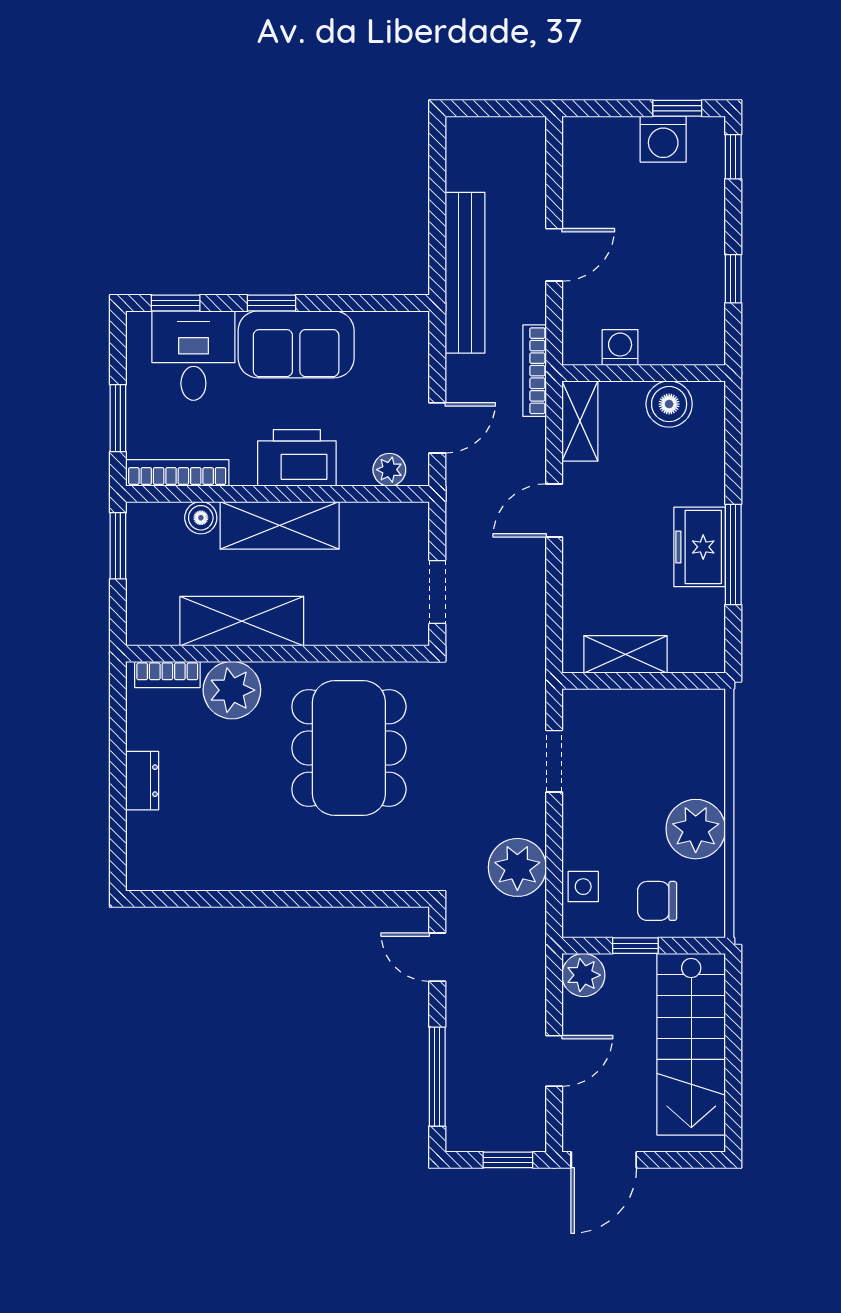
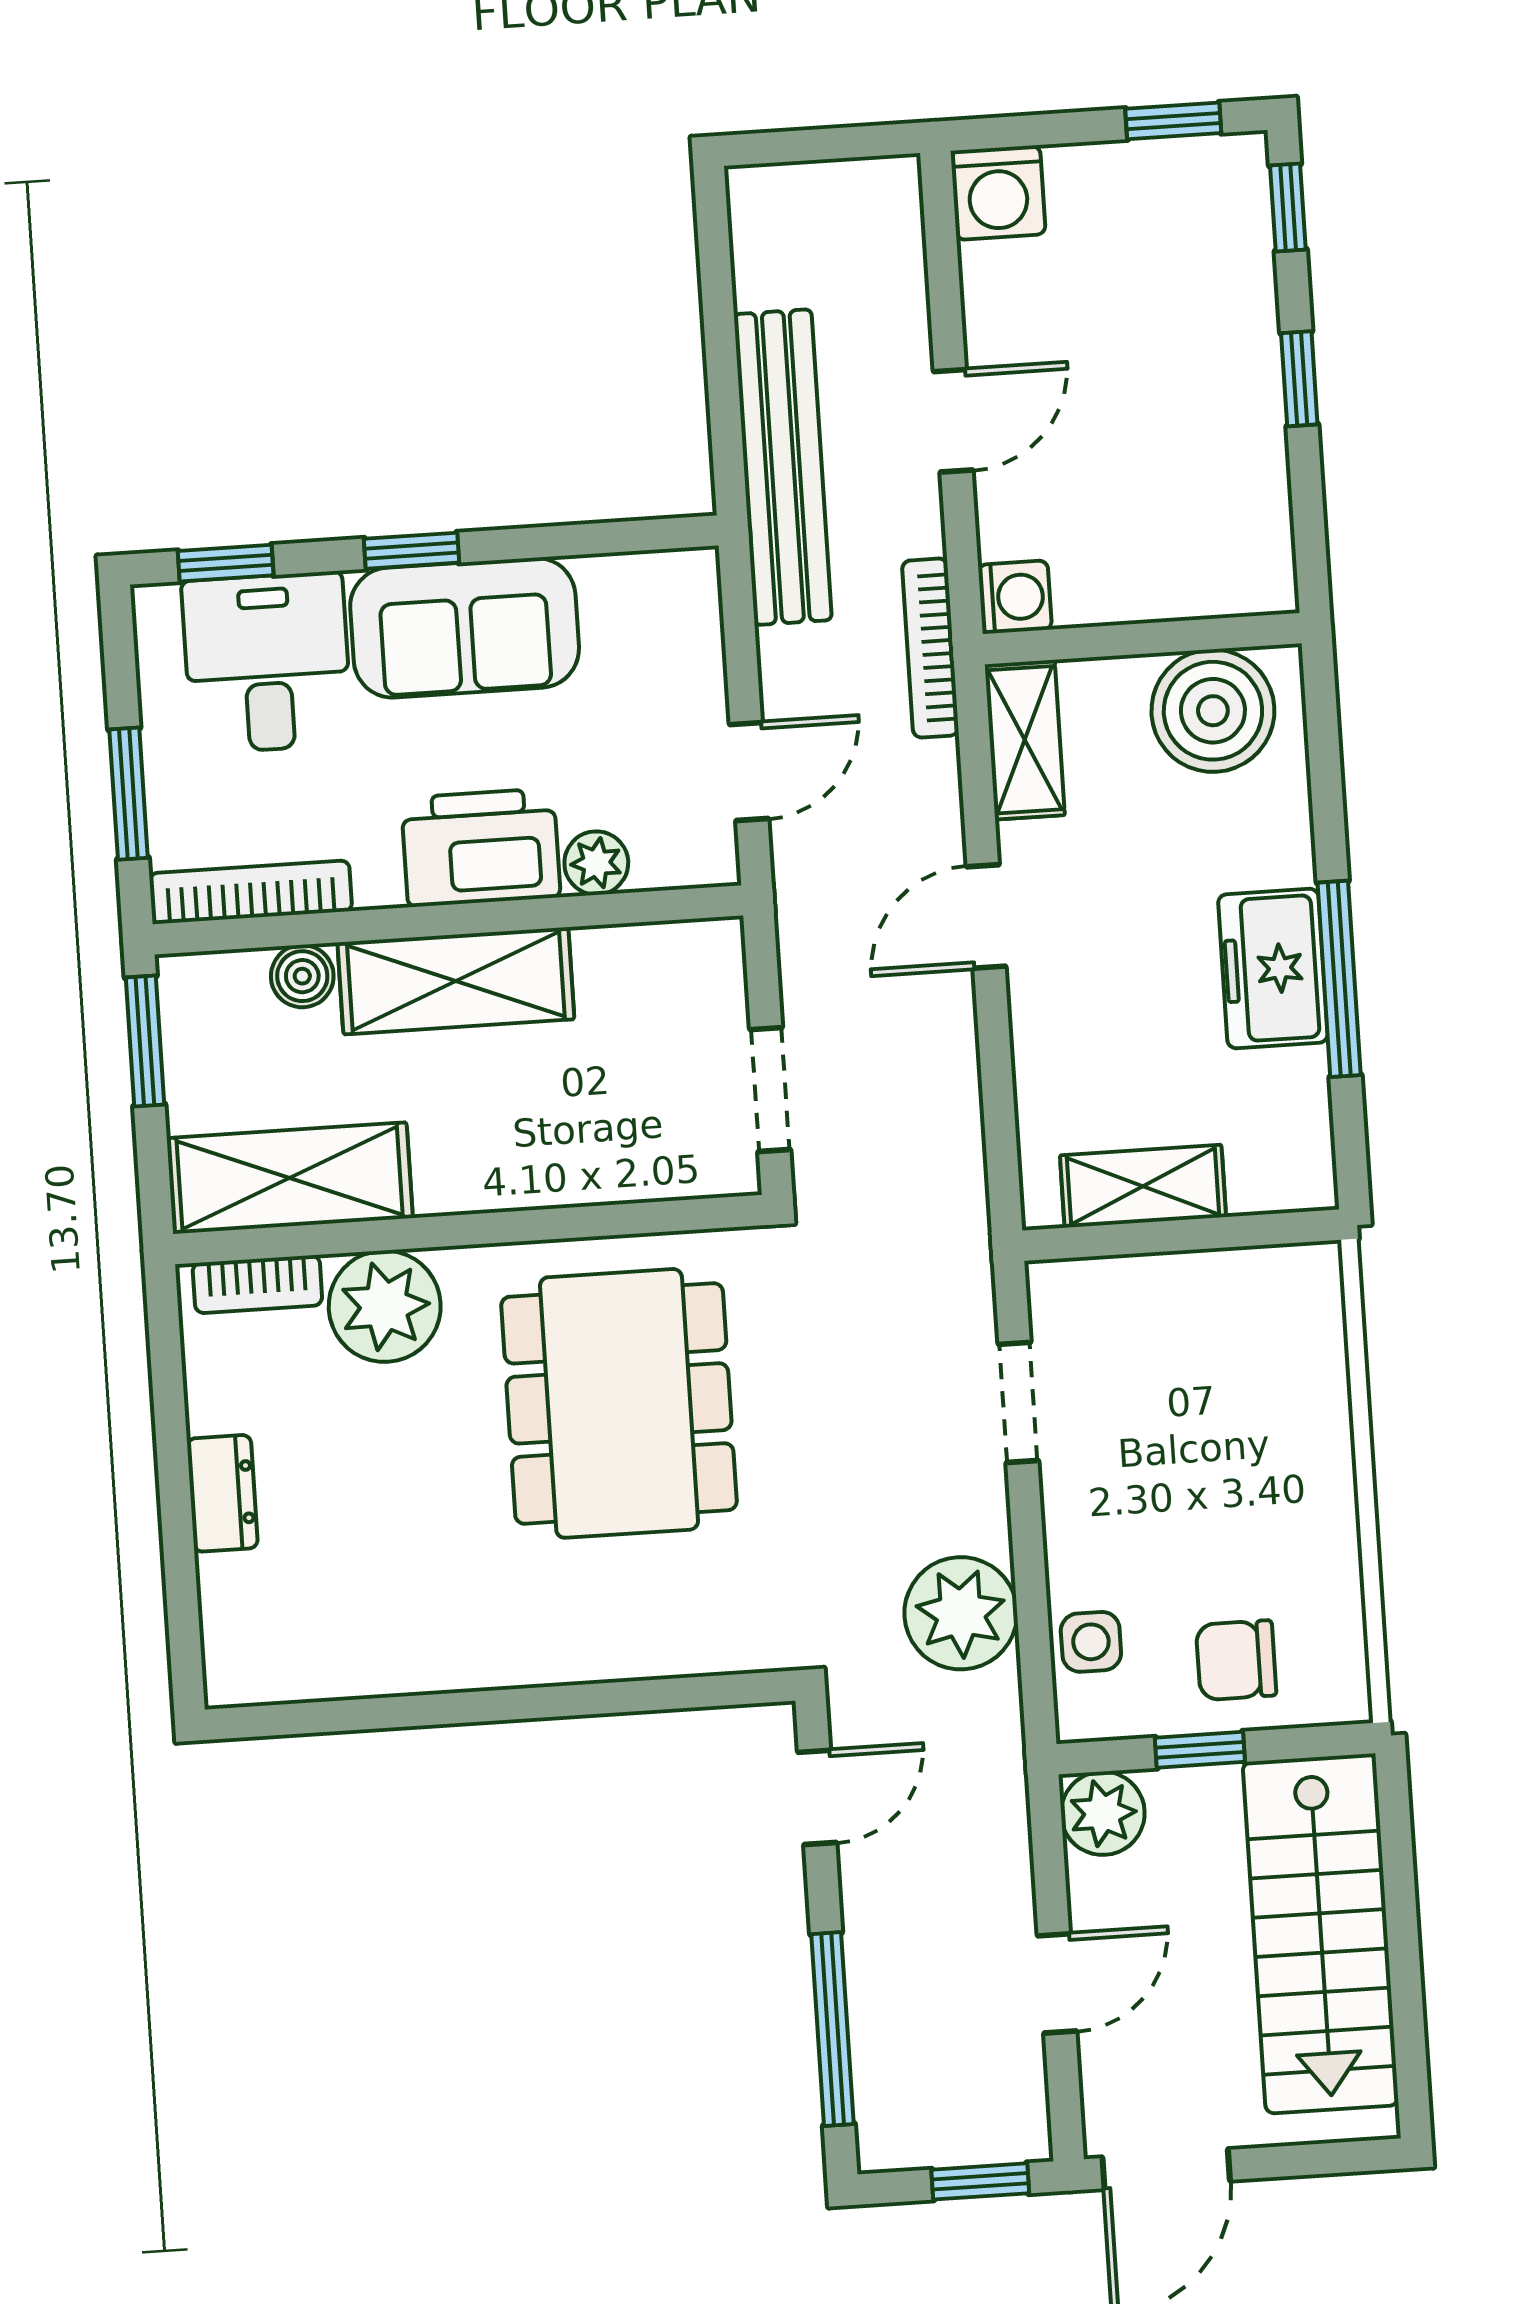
washing machine: (663, 139) -> (998, 193), moved
window: (733, 279) -> (1299, 379), moved
washing machine: (620, 347) -> (1015, 597), moved, turned 90
boiler: (669, 404) -> (1213, 711), width x1.37, depth x1.37
plant: (389, 470) -> (596, 863), moved
shelving: (242, 621) -> (290, 1178), moved
plant: (696, 829) -> (1302, 1516), removed
door: (437, 957) -> (817, 1797), swing flipped

